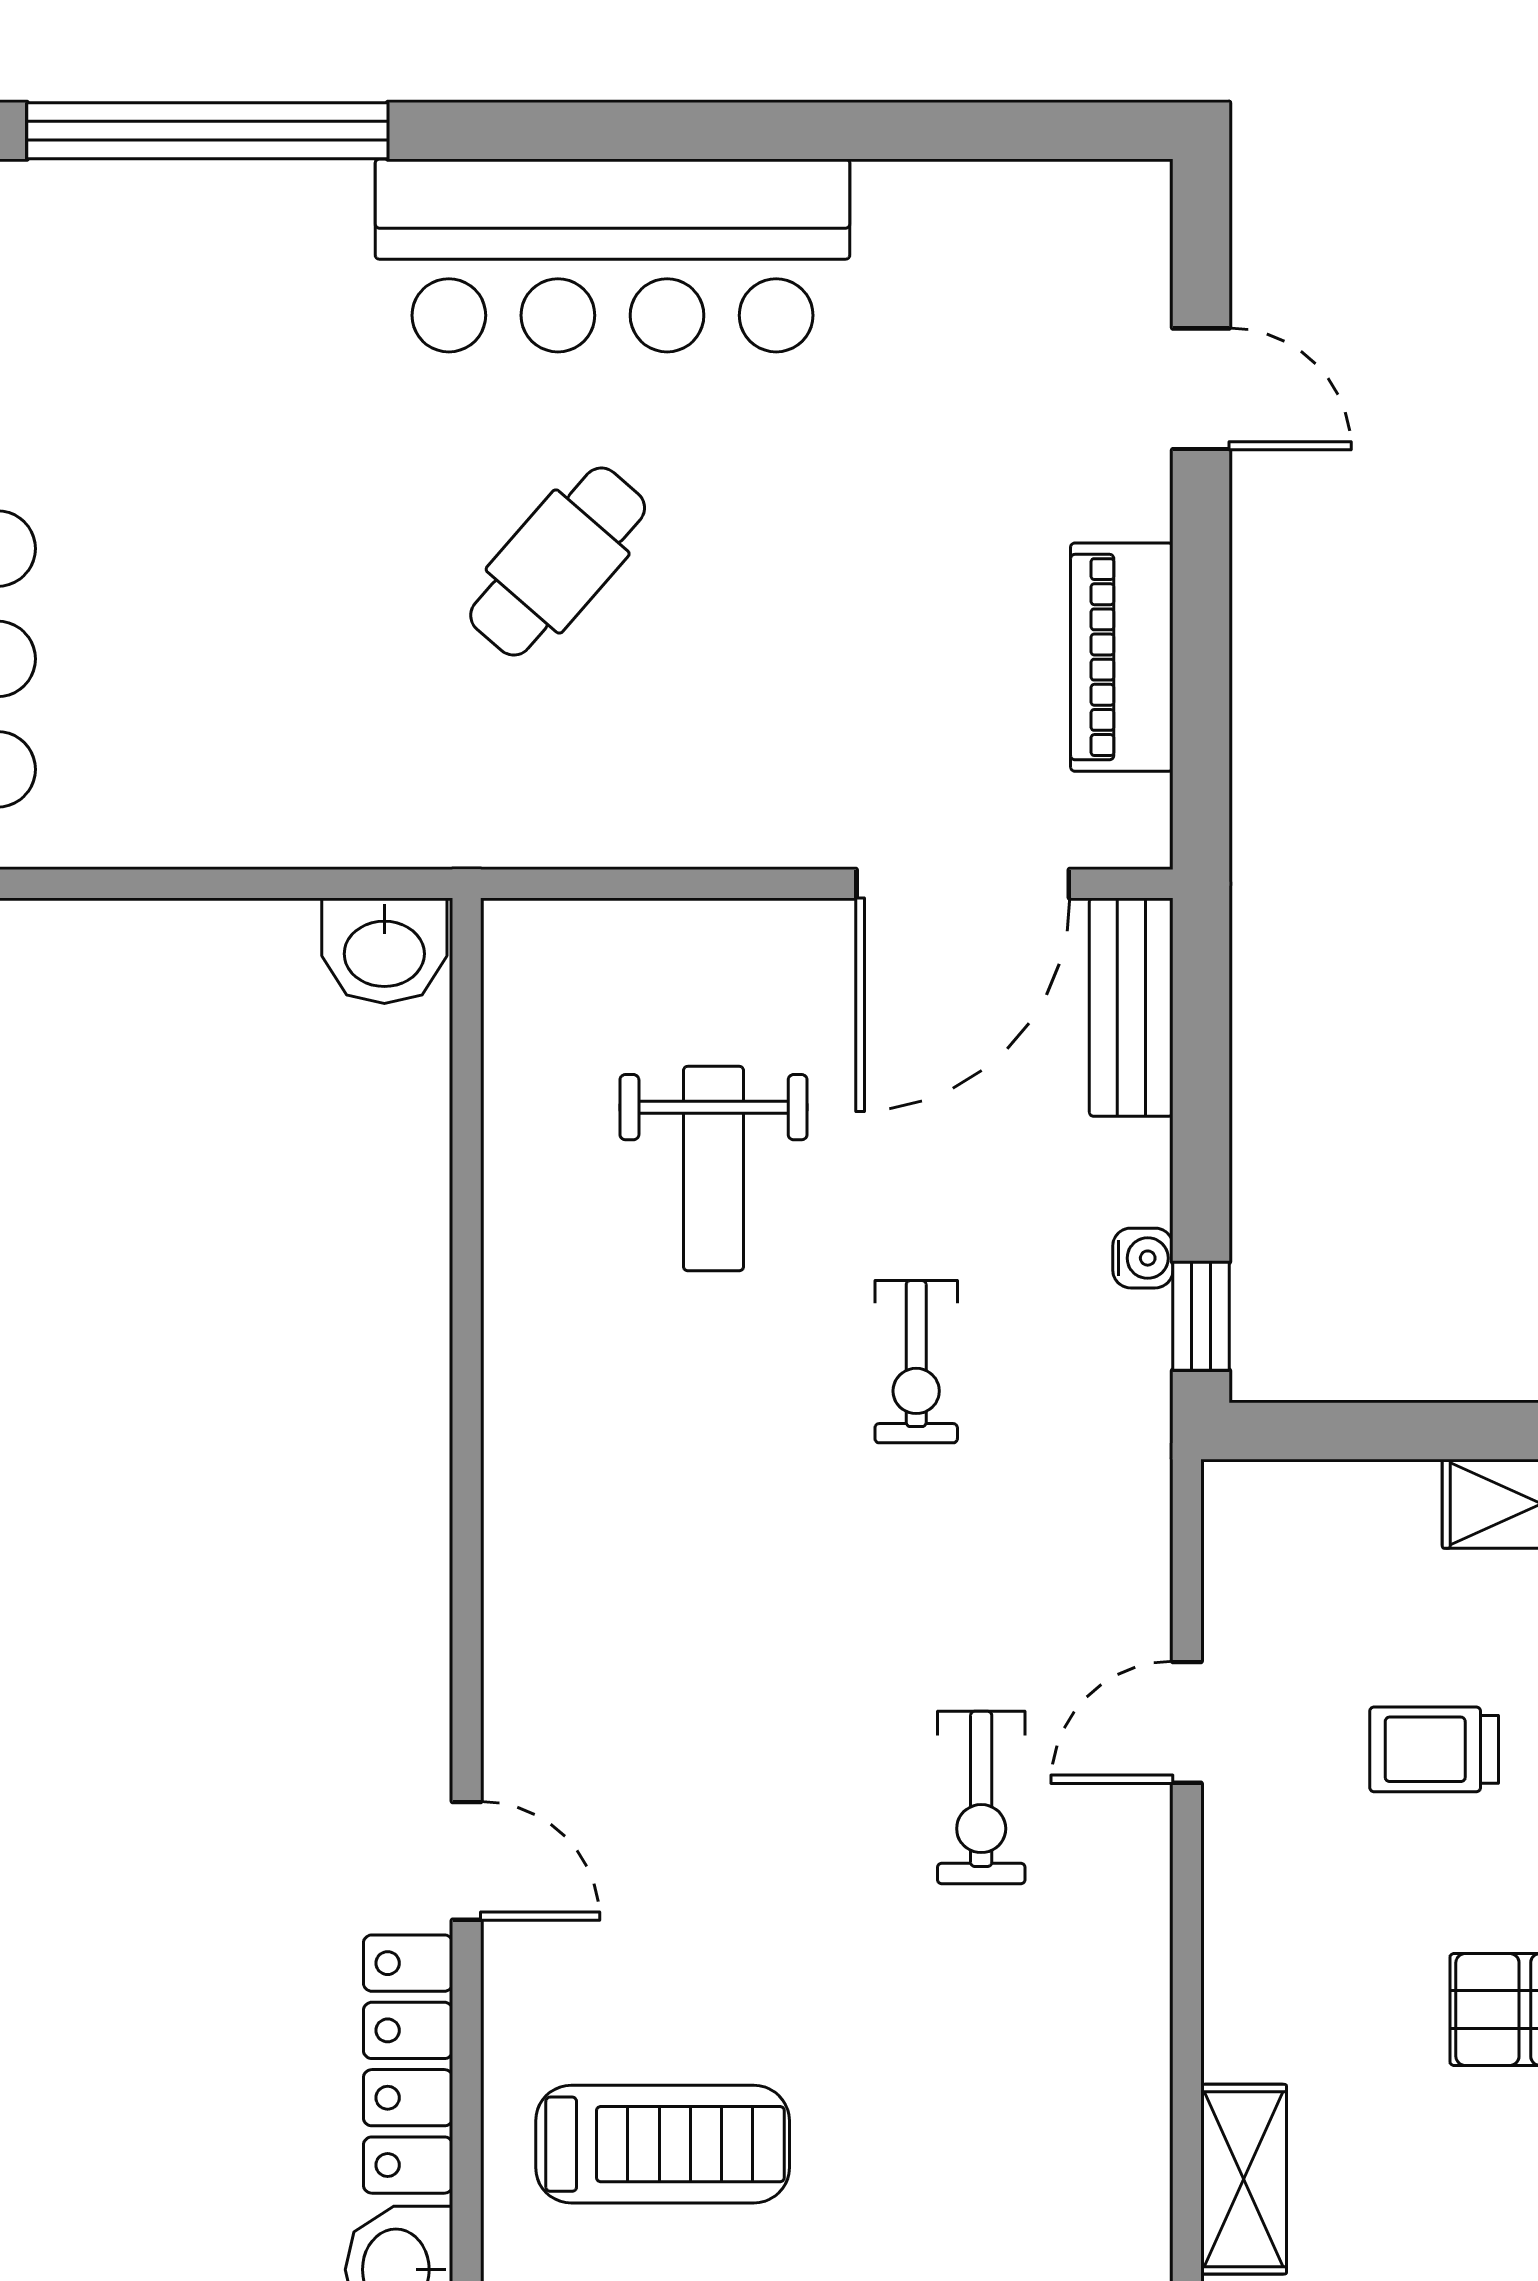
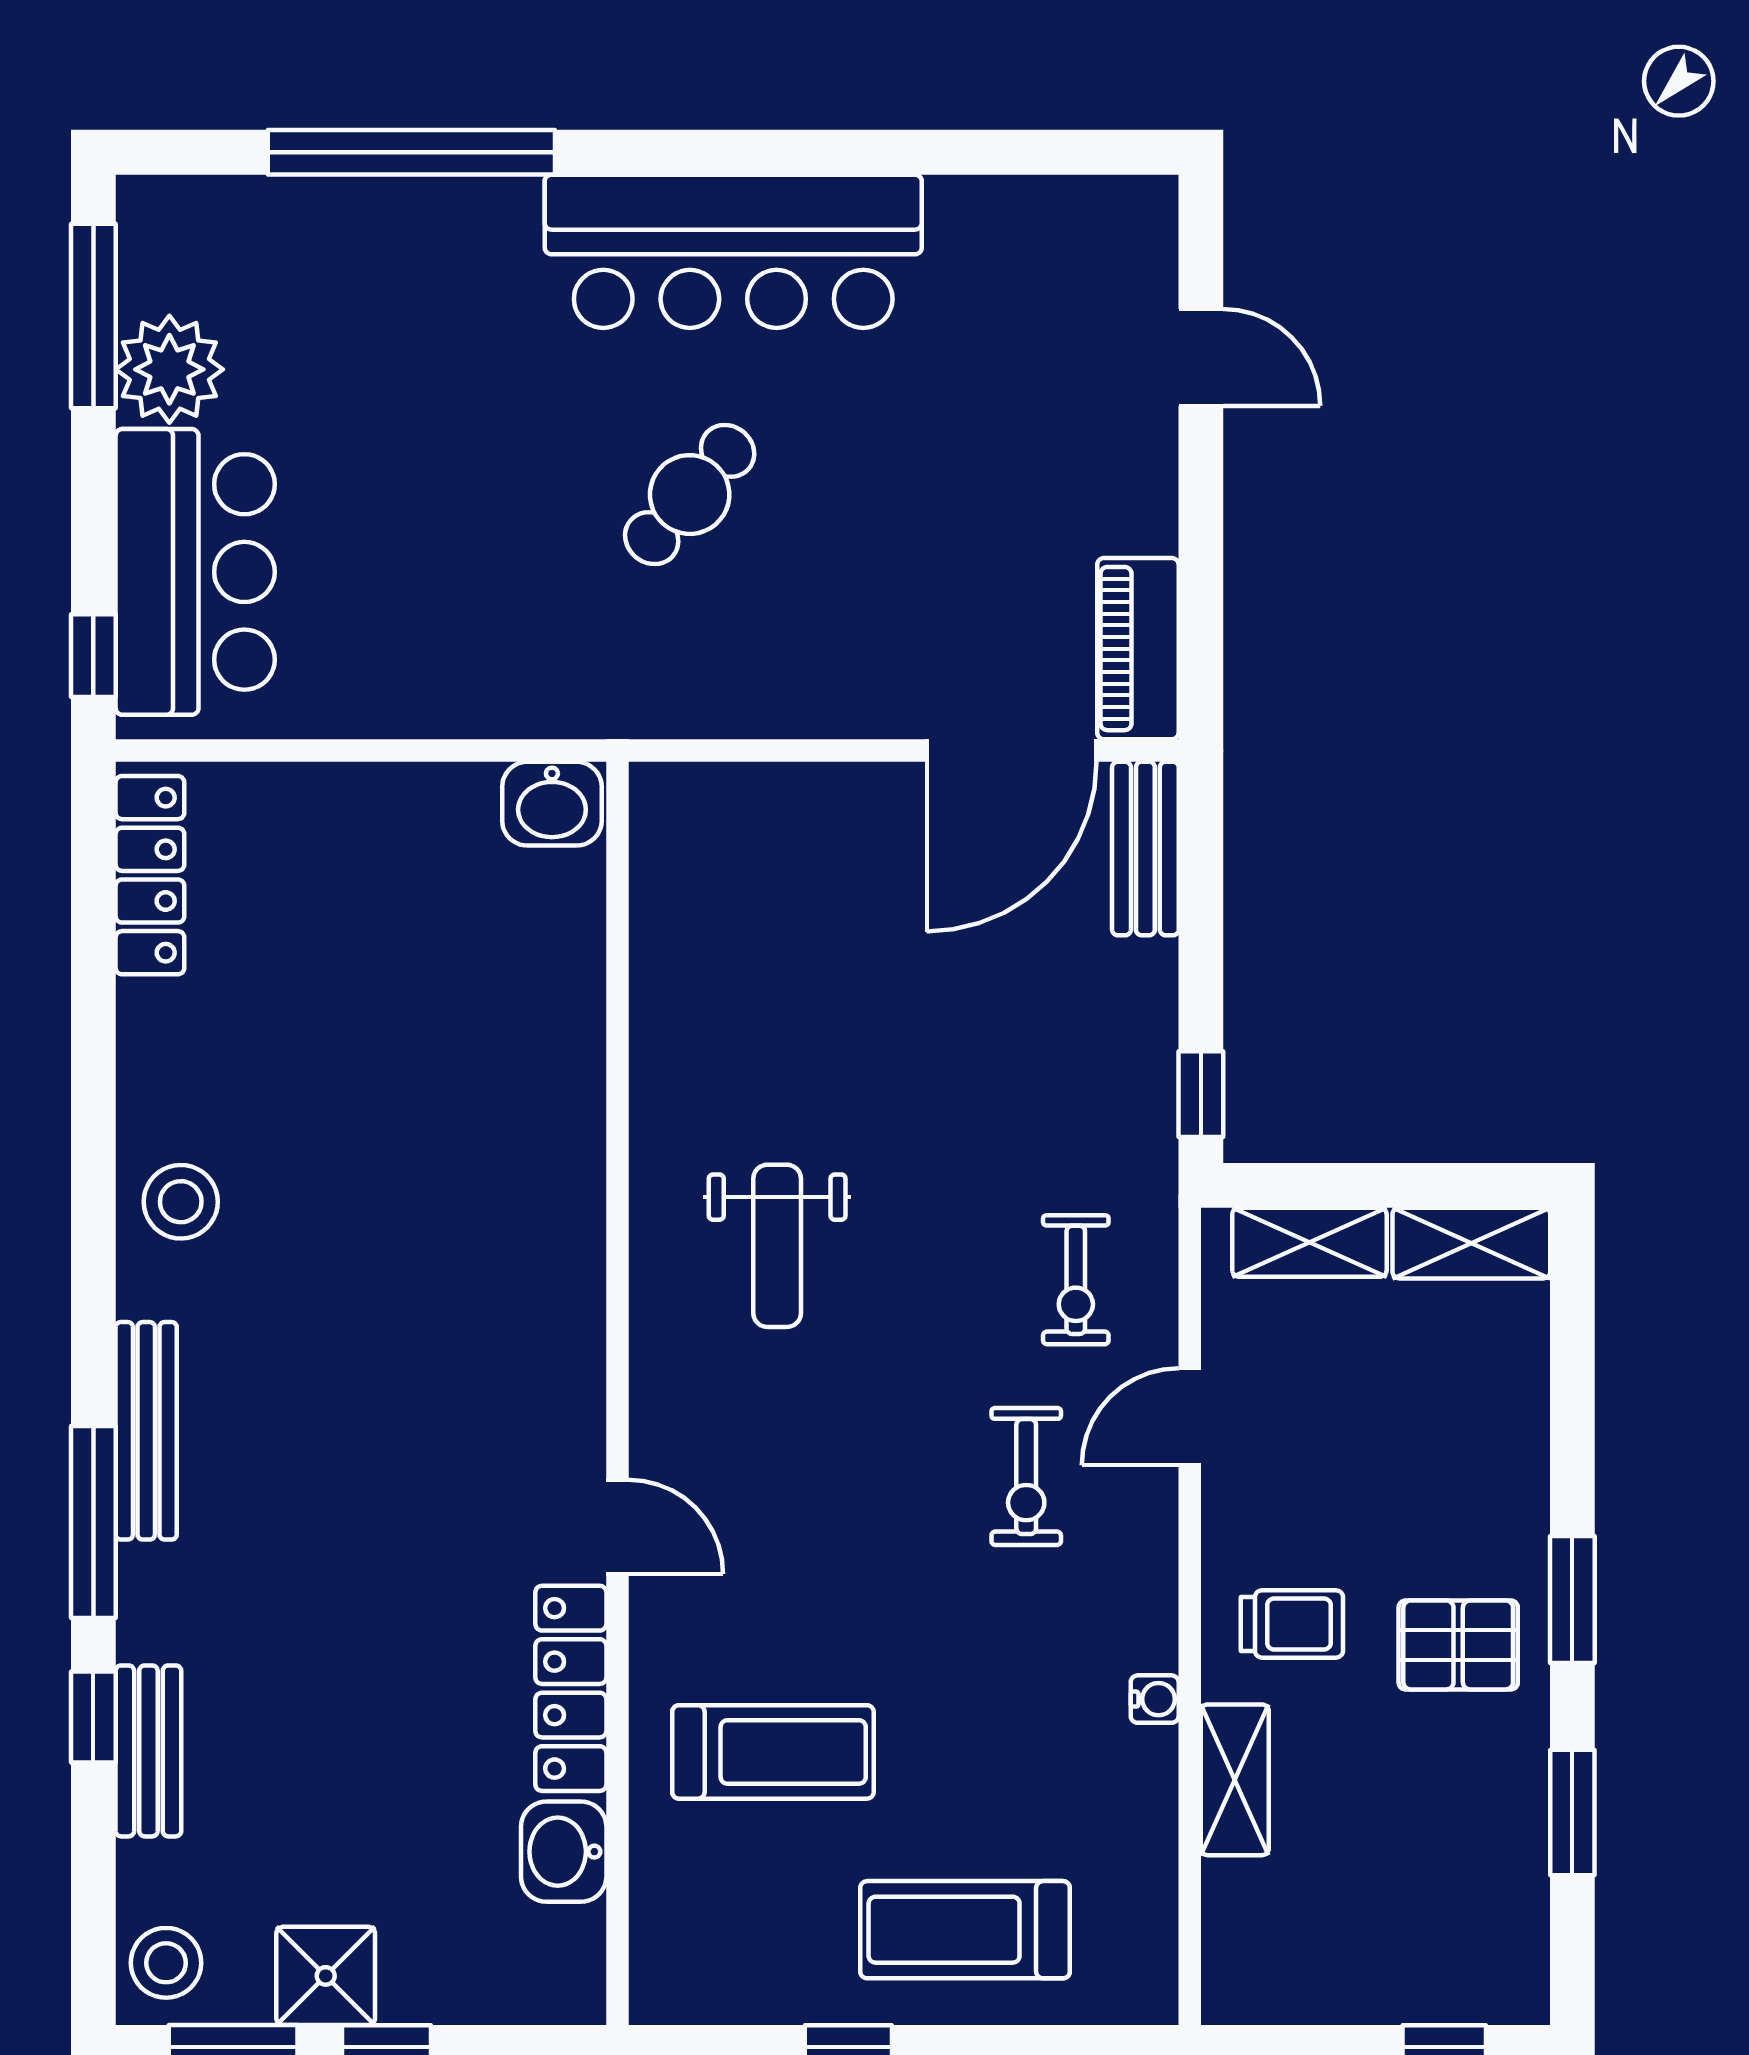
piano: (1122, 657) -> (1138, 649), moved
weight bench: (714, 1169) -> (777, 1246), moved
water cooler: (1143, 1258) -> (1155, 1699), moved
exercise bike: (916, 1362) -> (1076, 1280), moved
shelving: (1338, 1503) -> (1309, 1242), added
trolley: (1434, 1749) -> (1292, 1624), moved, turned 180

